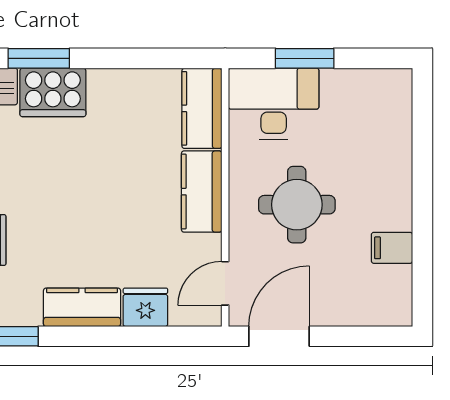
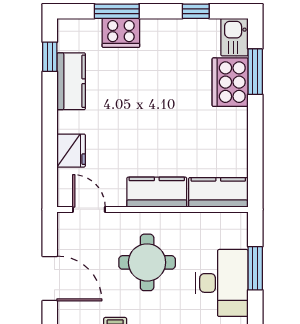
desk: (274, 104) -> (222, 283), moved
kitchen counter: (82, 307) -> (71, 81), moved
door: (279, 336) -> (50, 278), moved

